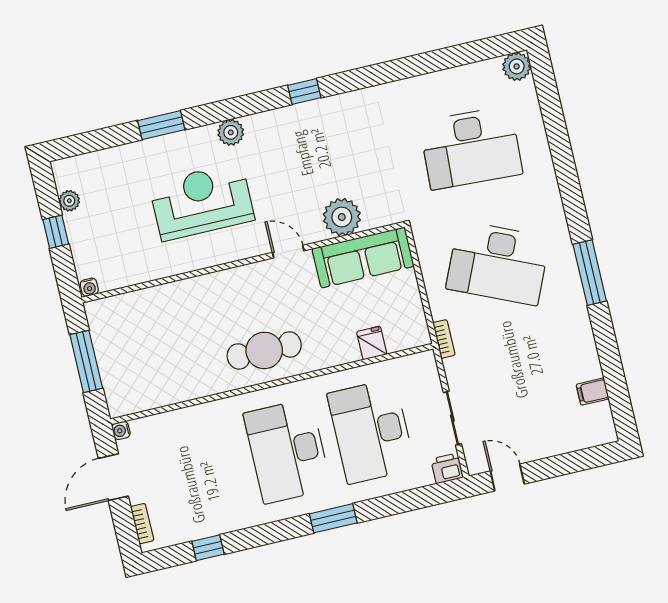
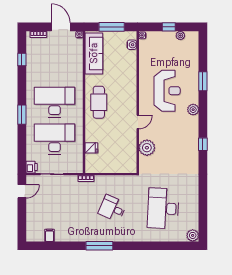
sofa: (363, 257) -> (94, 53), moved, turned 180
desk: (498, 263) -> (112, 208), width x0.53, depth x0.77
water cooler: (116, 306) -> (132, 45), added

